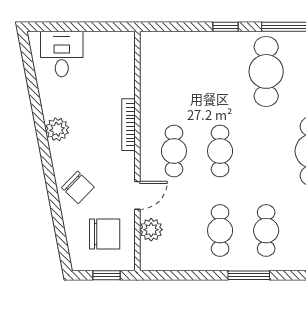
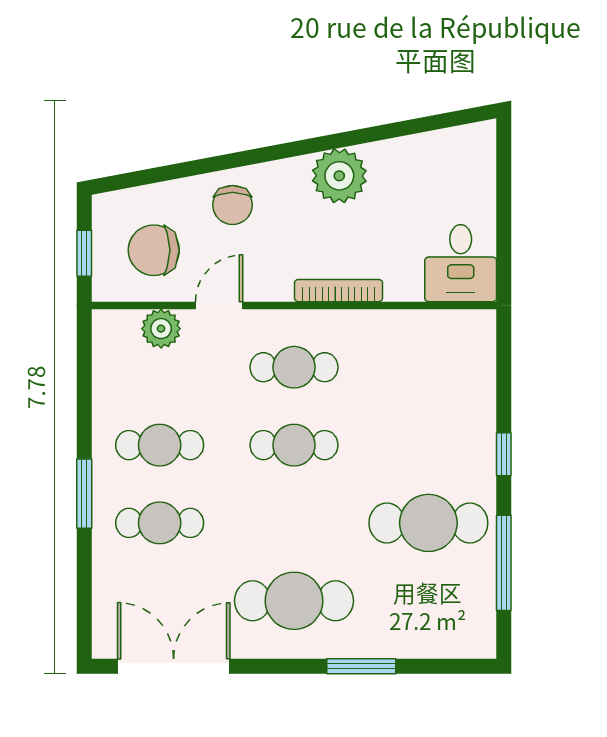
desk: (62, 54) -> (461, 263), moved, turned 90
plant: (57, 129) -> (339, 176), width x1.36, depth x1.36
chair: (78, 187) -> (232, 205), turned -44
door: (137, 195) -> (219, 305), swing flipped
chair: (105, 234) -> (154, 250), turned 90

